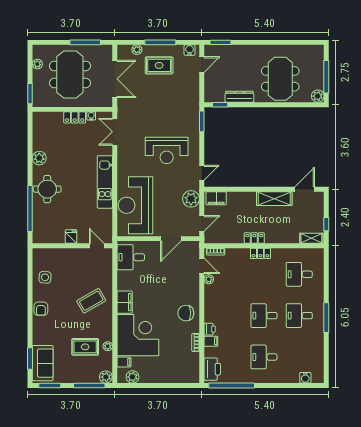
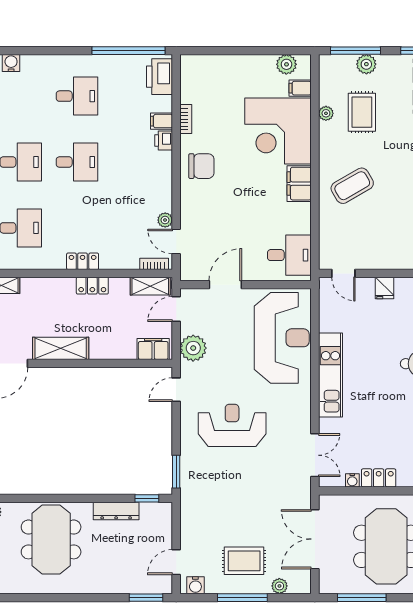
shelving: (218, 238) -> (150, 286), added
rug: (85, 347) -> (362, 112), turned 90
plant: (106, 377) -> (366, 64), moved

